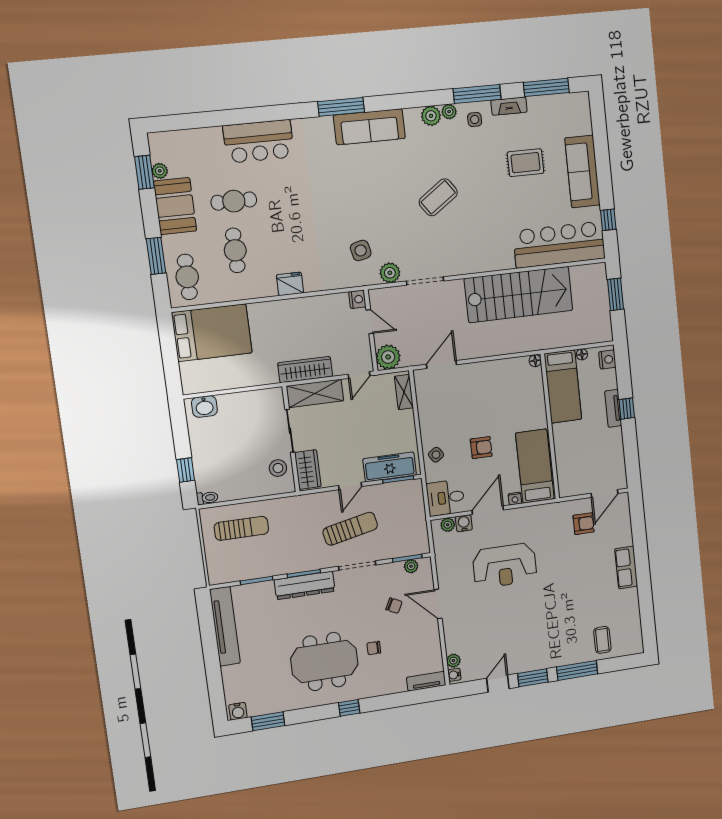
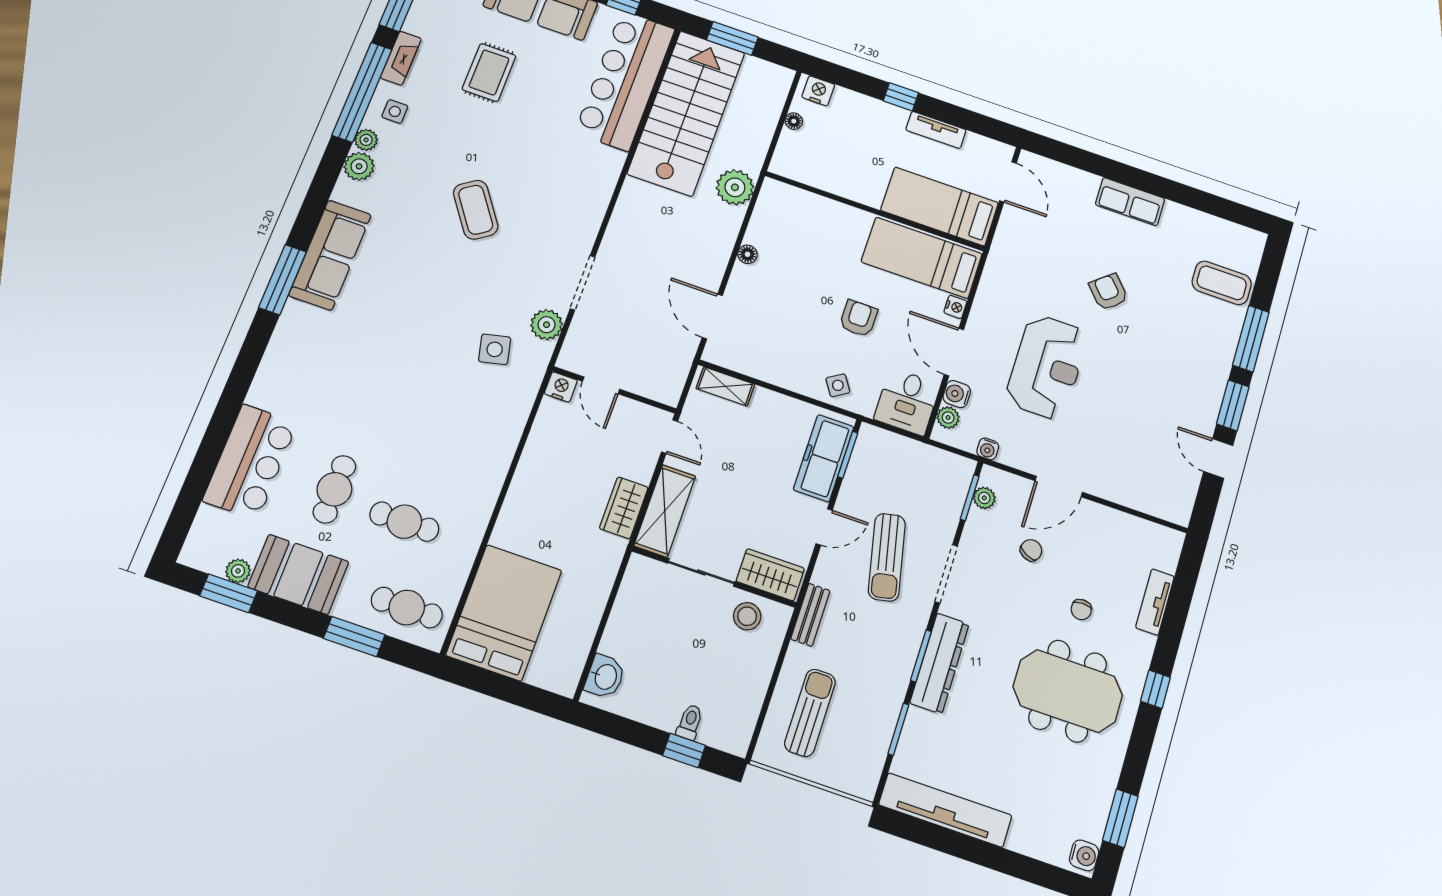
window: (477, 94) -> (362, 92), width x1.46
bar counter: (259, 141) -> (250, 462), moved
fridge: (290, 284) -> (491, 469), removed
stairs: (519, 294) -> (686, 113), moved
door: (370, 322) -> (601, 385), swing flipped
plant: (388, 357) -> (735, 187), moved
floor lamp: (535, 361) -> (747, 254), moved
wardrobe: (305, 370) -> (624, 508), width x0.67
bed: (563, 386) -> (940, 206), moved, turned 180
tv unit: (613, 408) -> (936, 130), moved
door: (350, 486) -> (824, 527), hinge flipped
toilet: (207, 498) -> (690, 722), moved
bench: (296, 502) -> (810, 615), added
armchair: (584, 524) -> (1109, 292), moved, turned -41
sun lounger: (350, 529) -> (887, 557), turned 180
coffee table: (602, 640) -> (1222, 283), width x1.36, depth x1.30
meeting table: (324, 661) -> (1068, 691), turned 90
plant: (453, 661) -> (1154, 505), removed
water cooler: (454, 675) -> (988, 449), moved
tv unit: (426, 681) -> (1155, 602), moved

